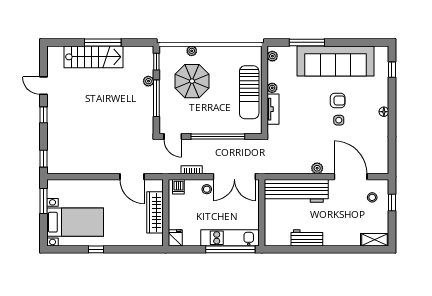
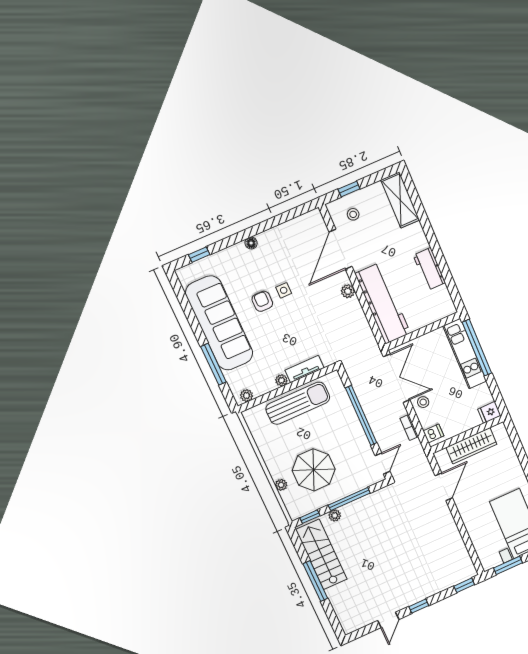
stairs: (94, 57) -> (321, 554), moved
shelving: (375, 240) -> (400, 200), width x1.50, depth x1.33

